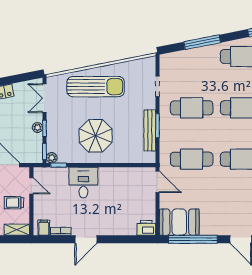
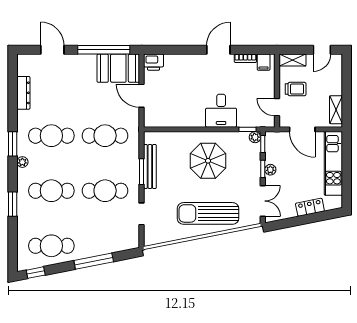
door: (158, 182) -> (142, 96), moved

